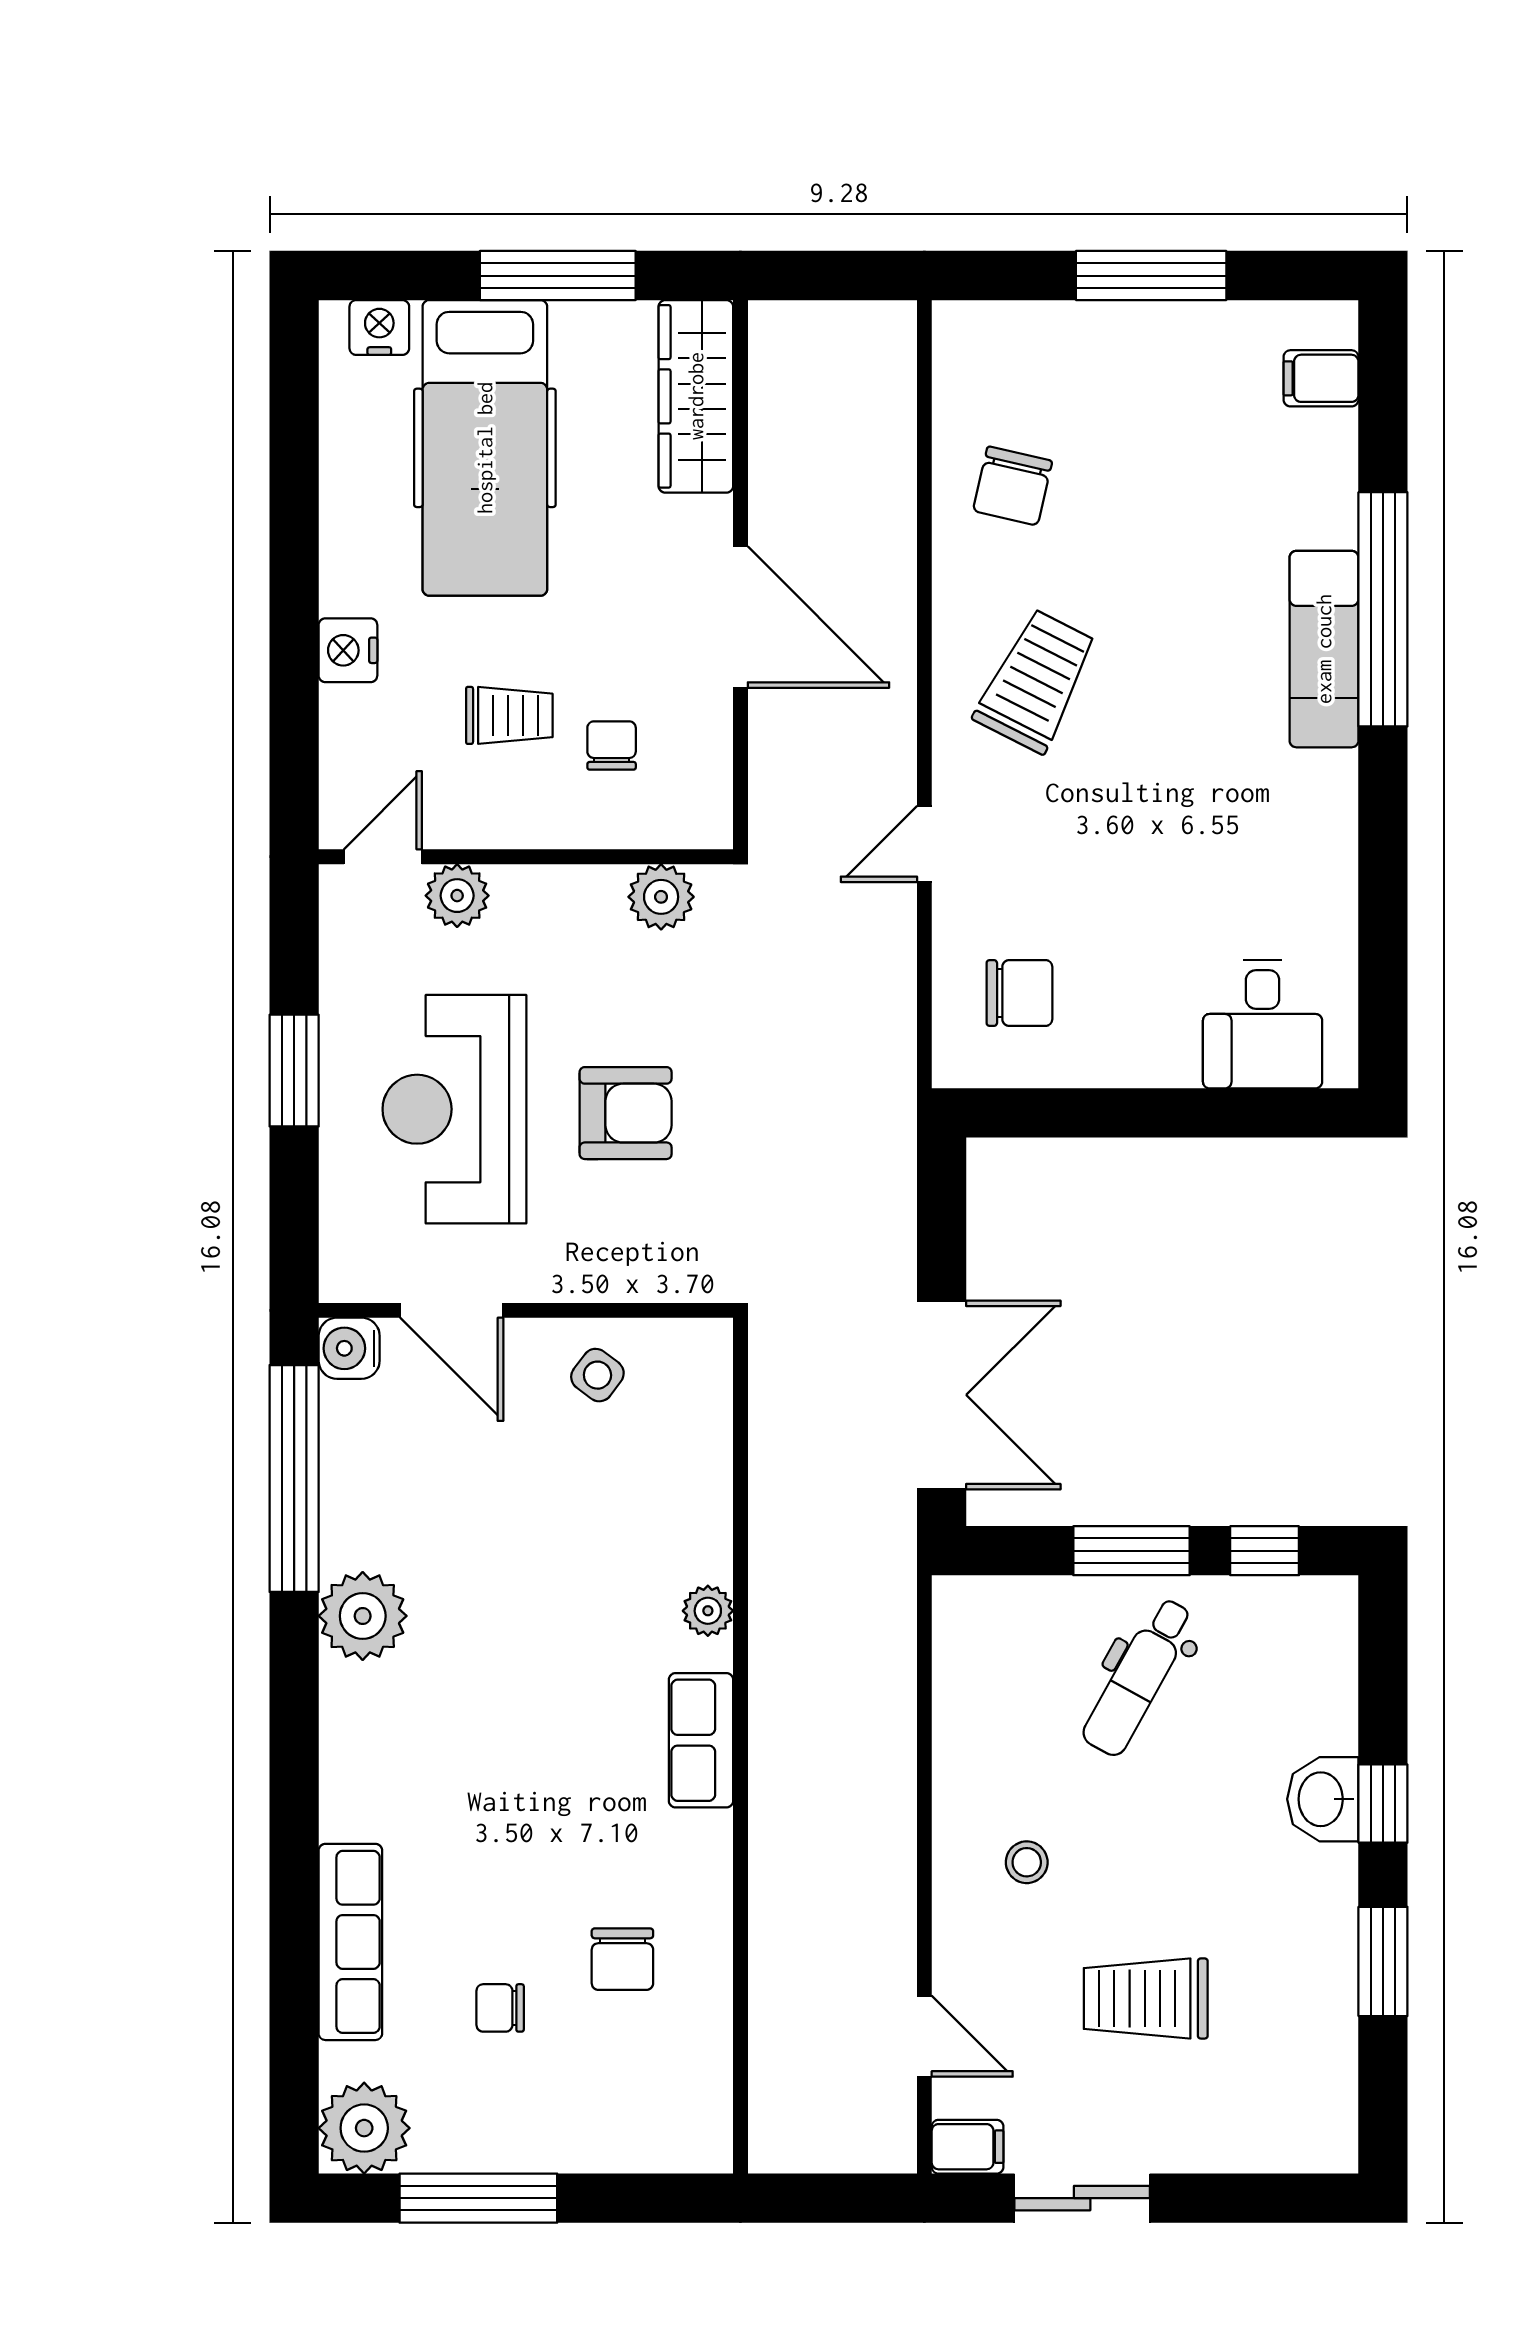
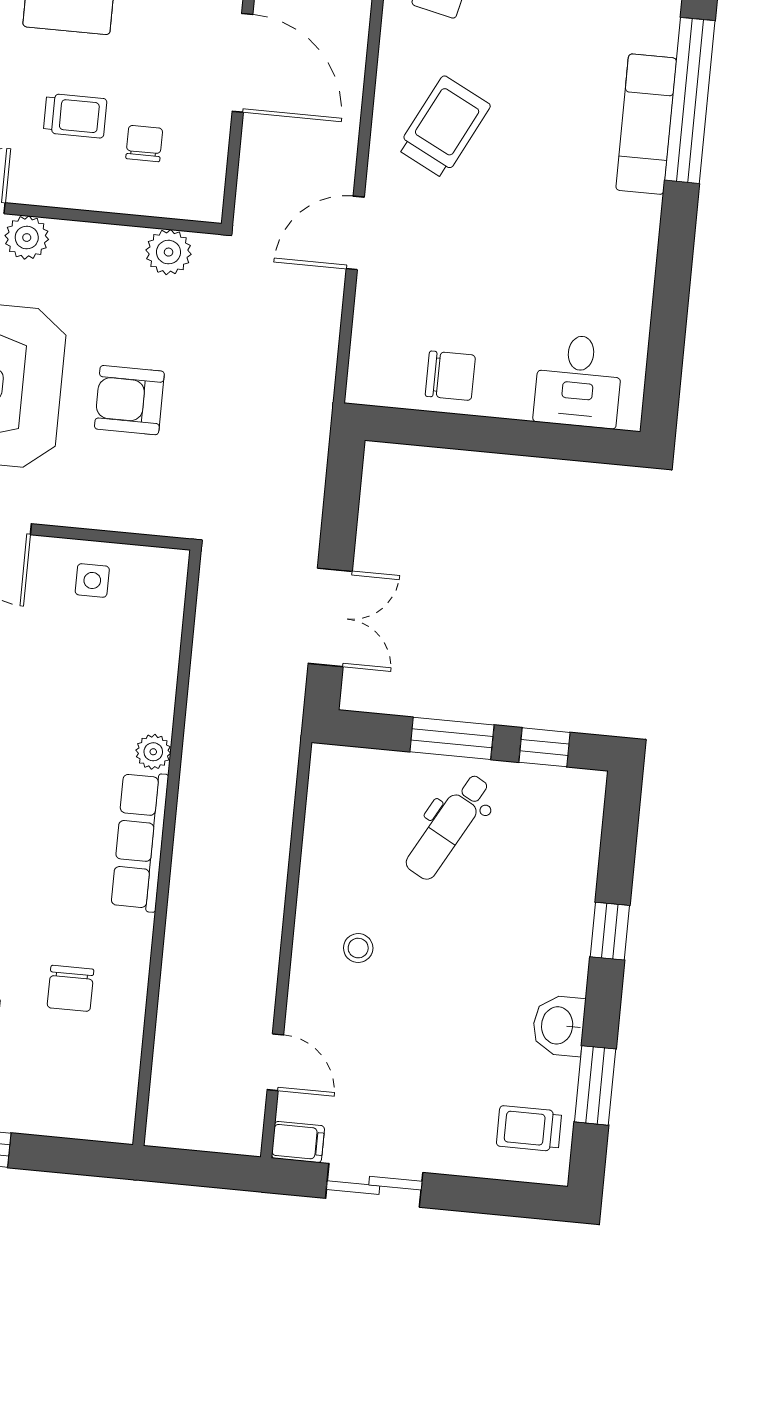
door: (924, 844) -> (355, 233), width x1.38
chair: (1019, 993) -> (450, 376), moved
armchair: (626, 1113) -> (129, 400), turned 180
side table: (597, 1375) -> (92, 580), turned -37
double door: (942, 1395) -> (330, 617), width x0.73
row of seats: (701, 1740) -> (140, 841), width x1.48
washbasin: (1323, 1799) -> (559, 1026), moved
window: (1383, 1961) -> (595, 1085), moved
trolley: (1146, 1998) -> (529, 1129), moved, width x0.73, depth x0.72

